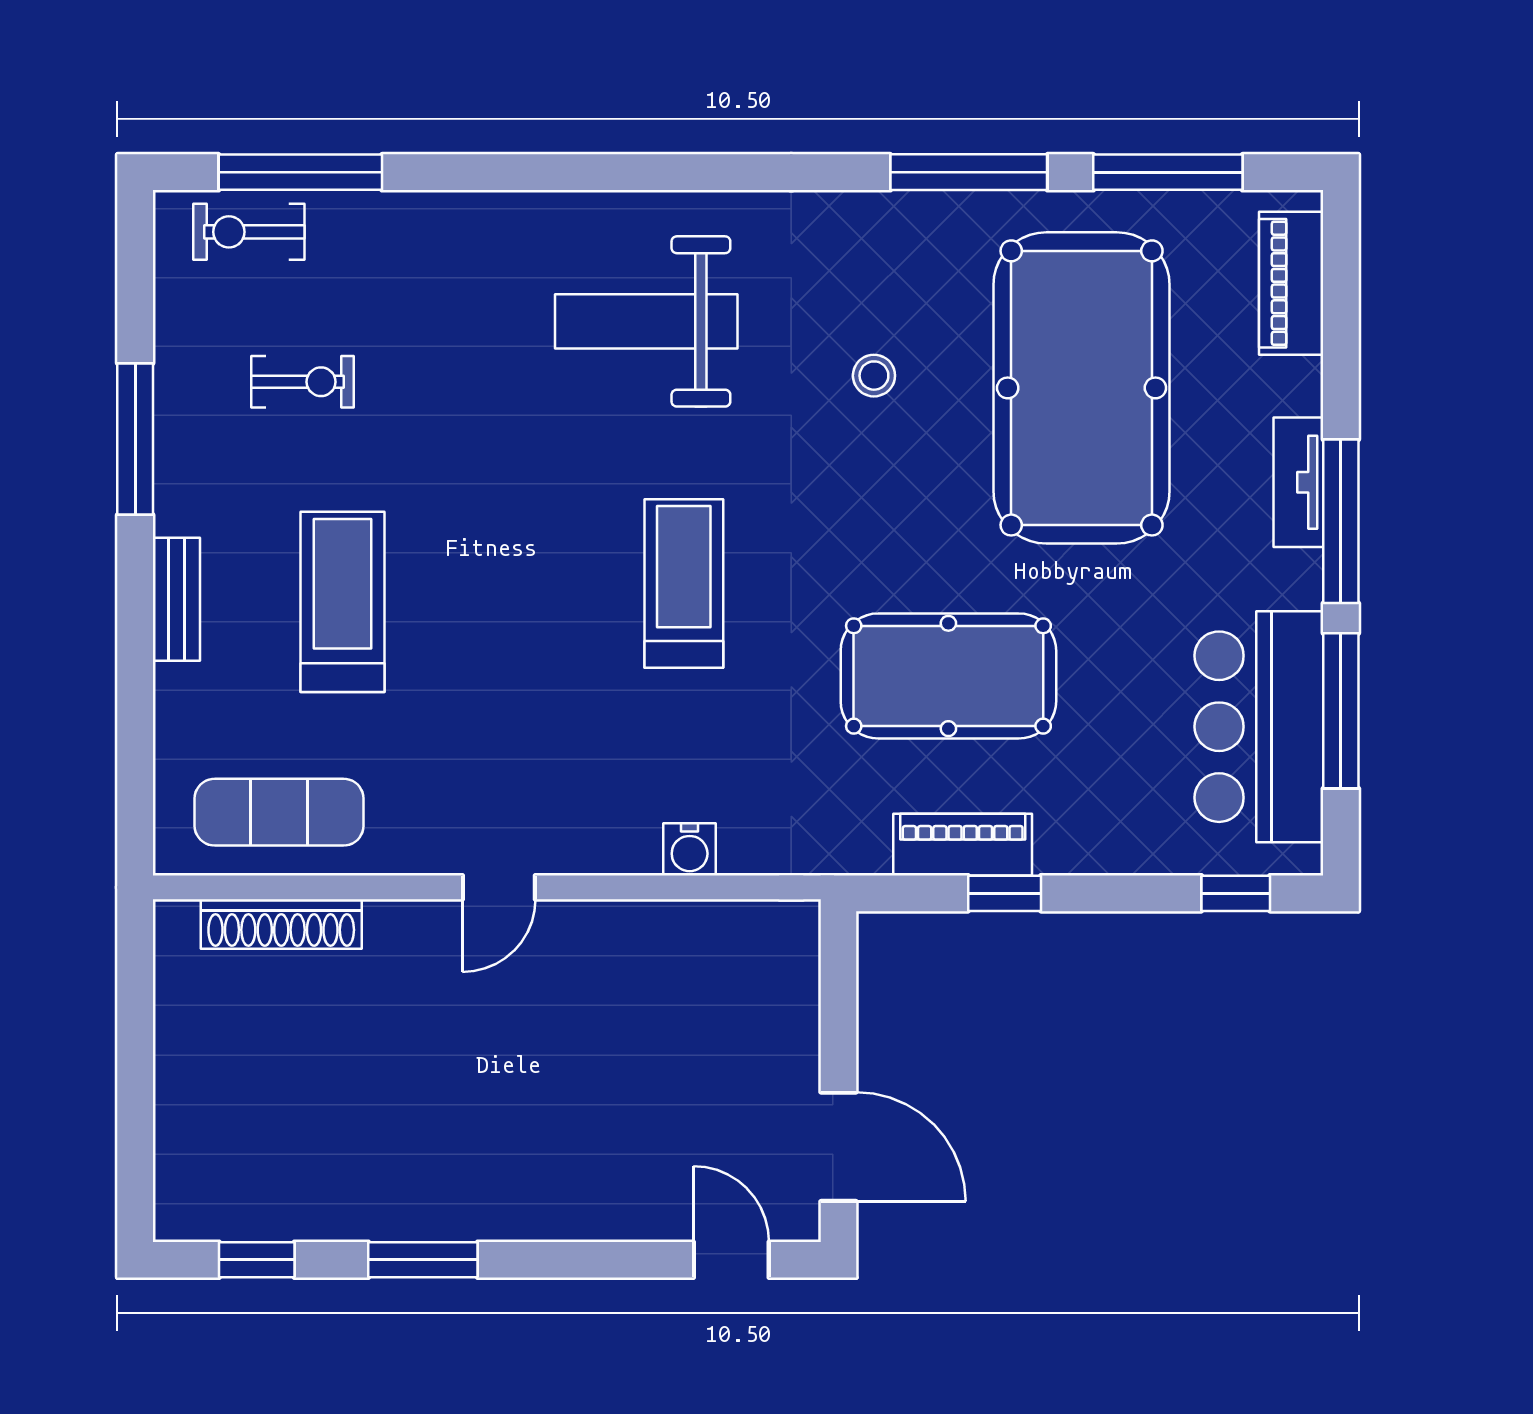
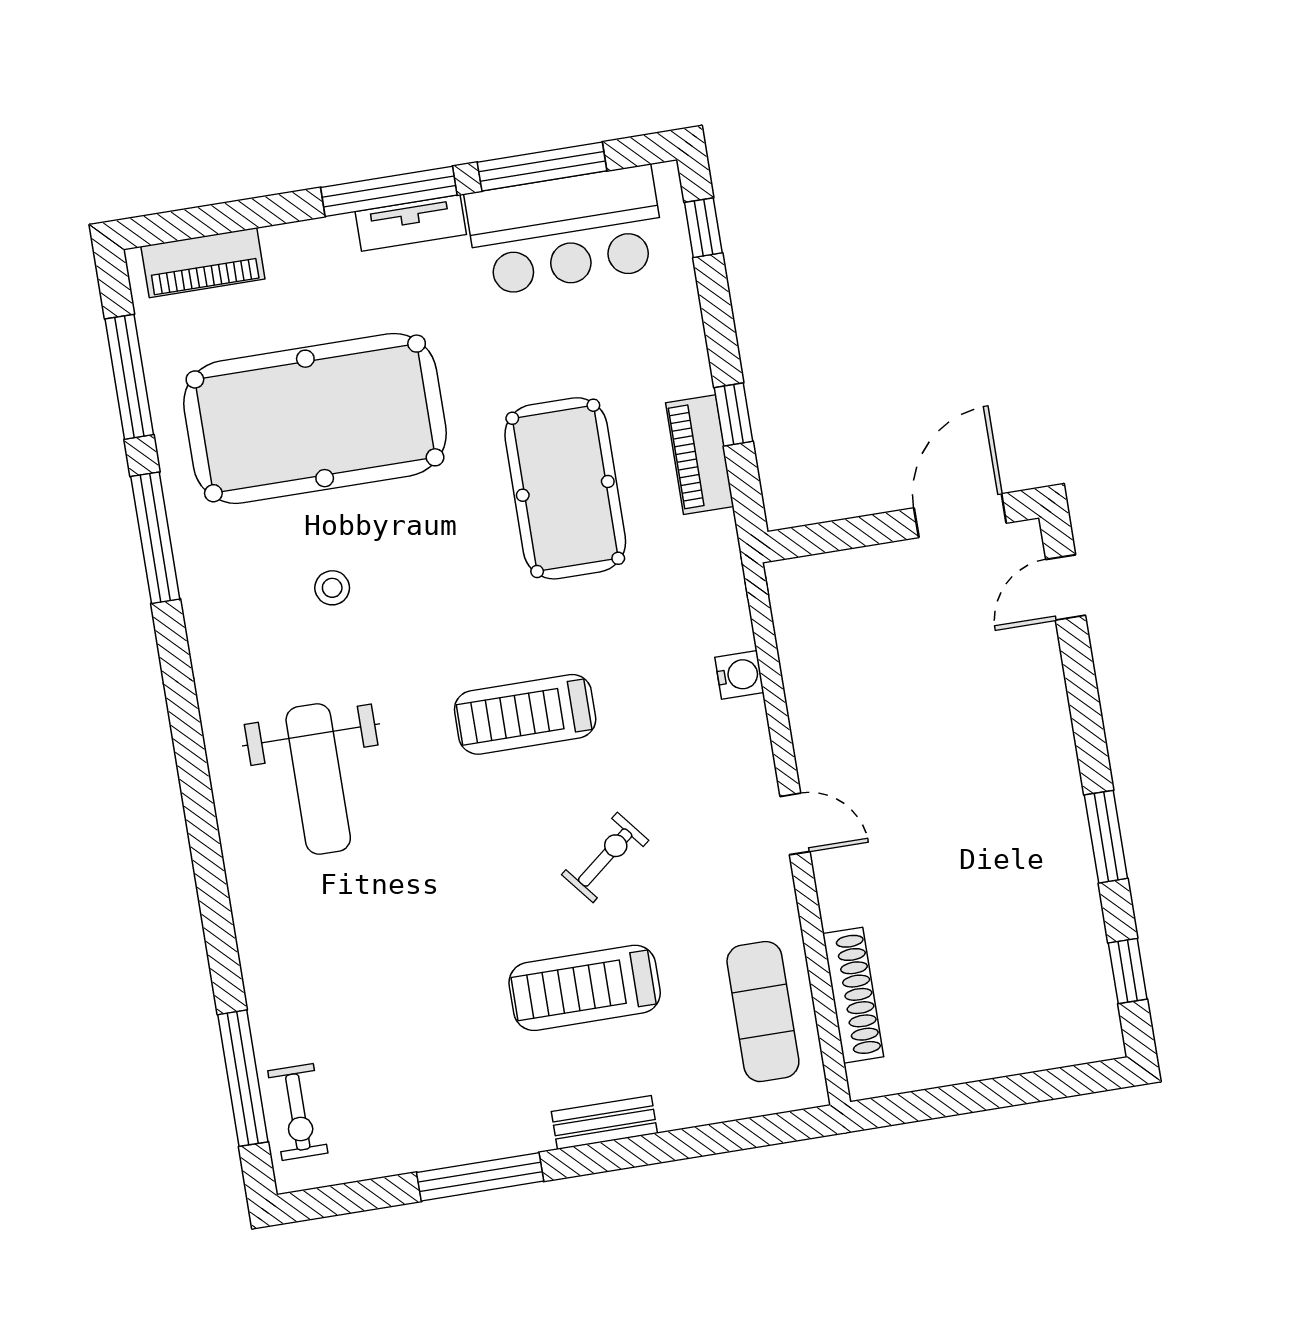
exercise bike: (303, 382) -> (605, 858), moved, turned 51
tv unit: (1298, 482) -> (411, 223), moved

